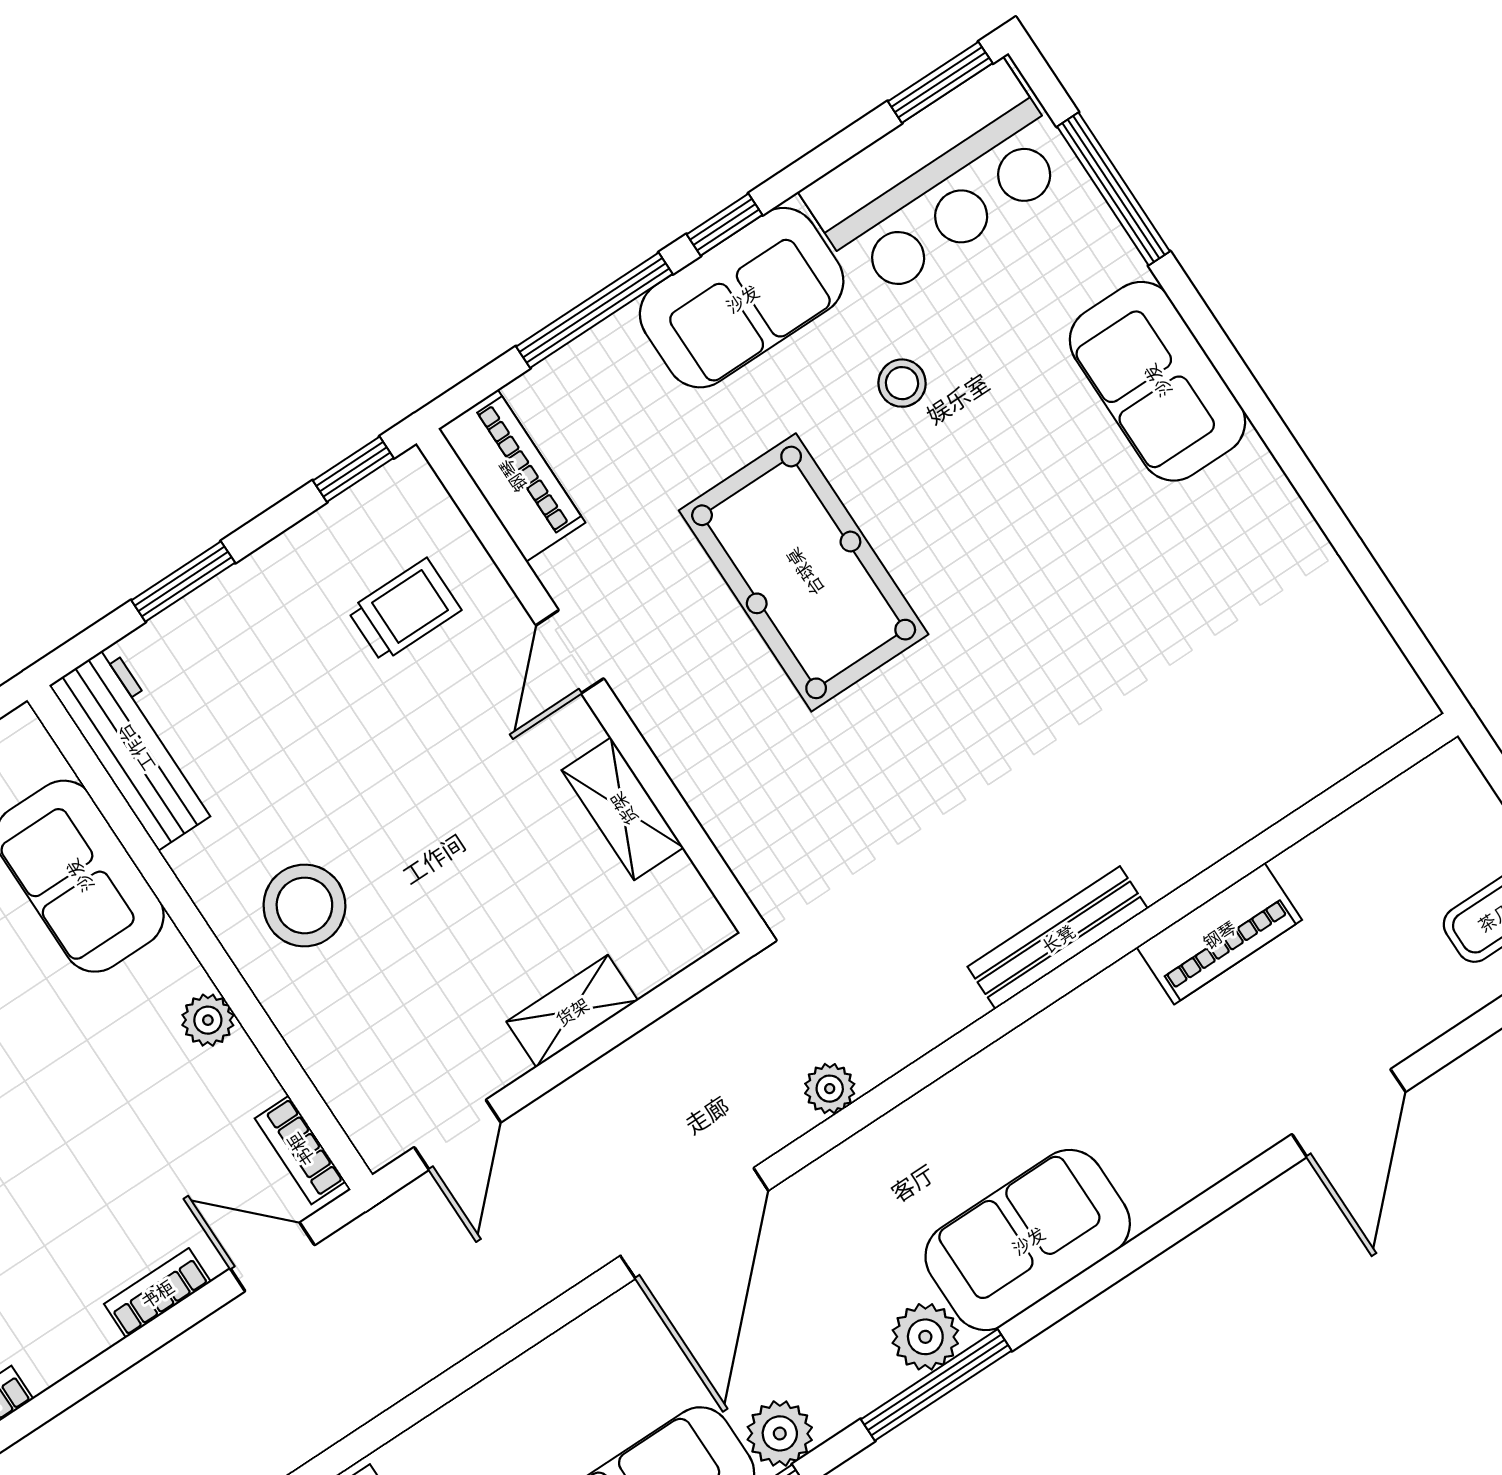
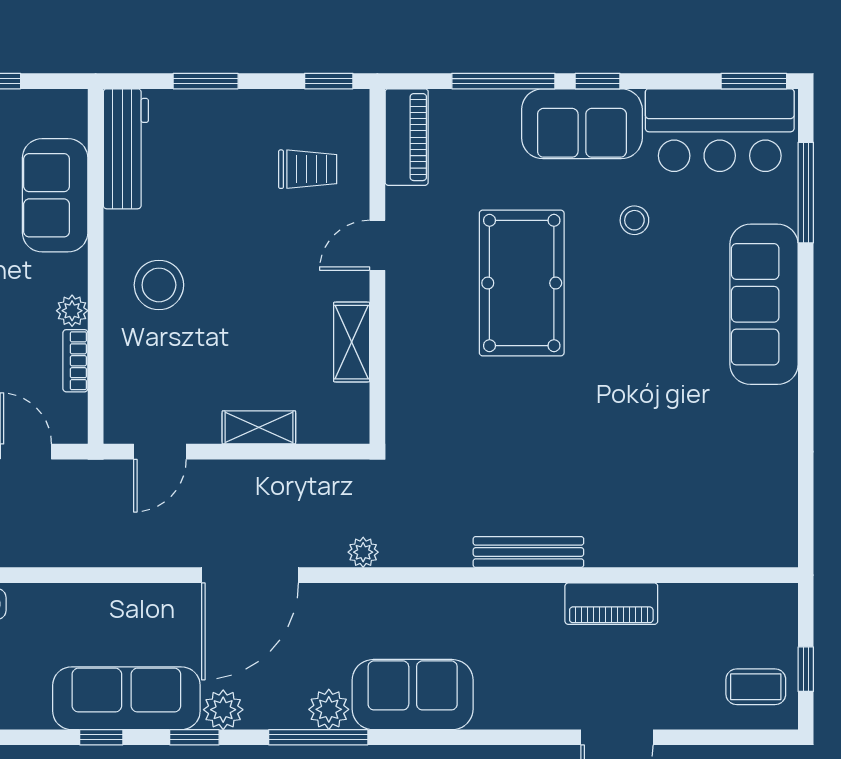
sofa: (1157, 381) -> (764, 304), width x1.36
bookcase: (300, 1150) -> (75, 361), moved

